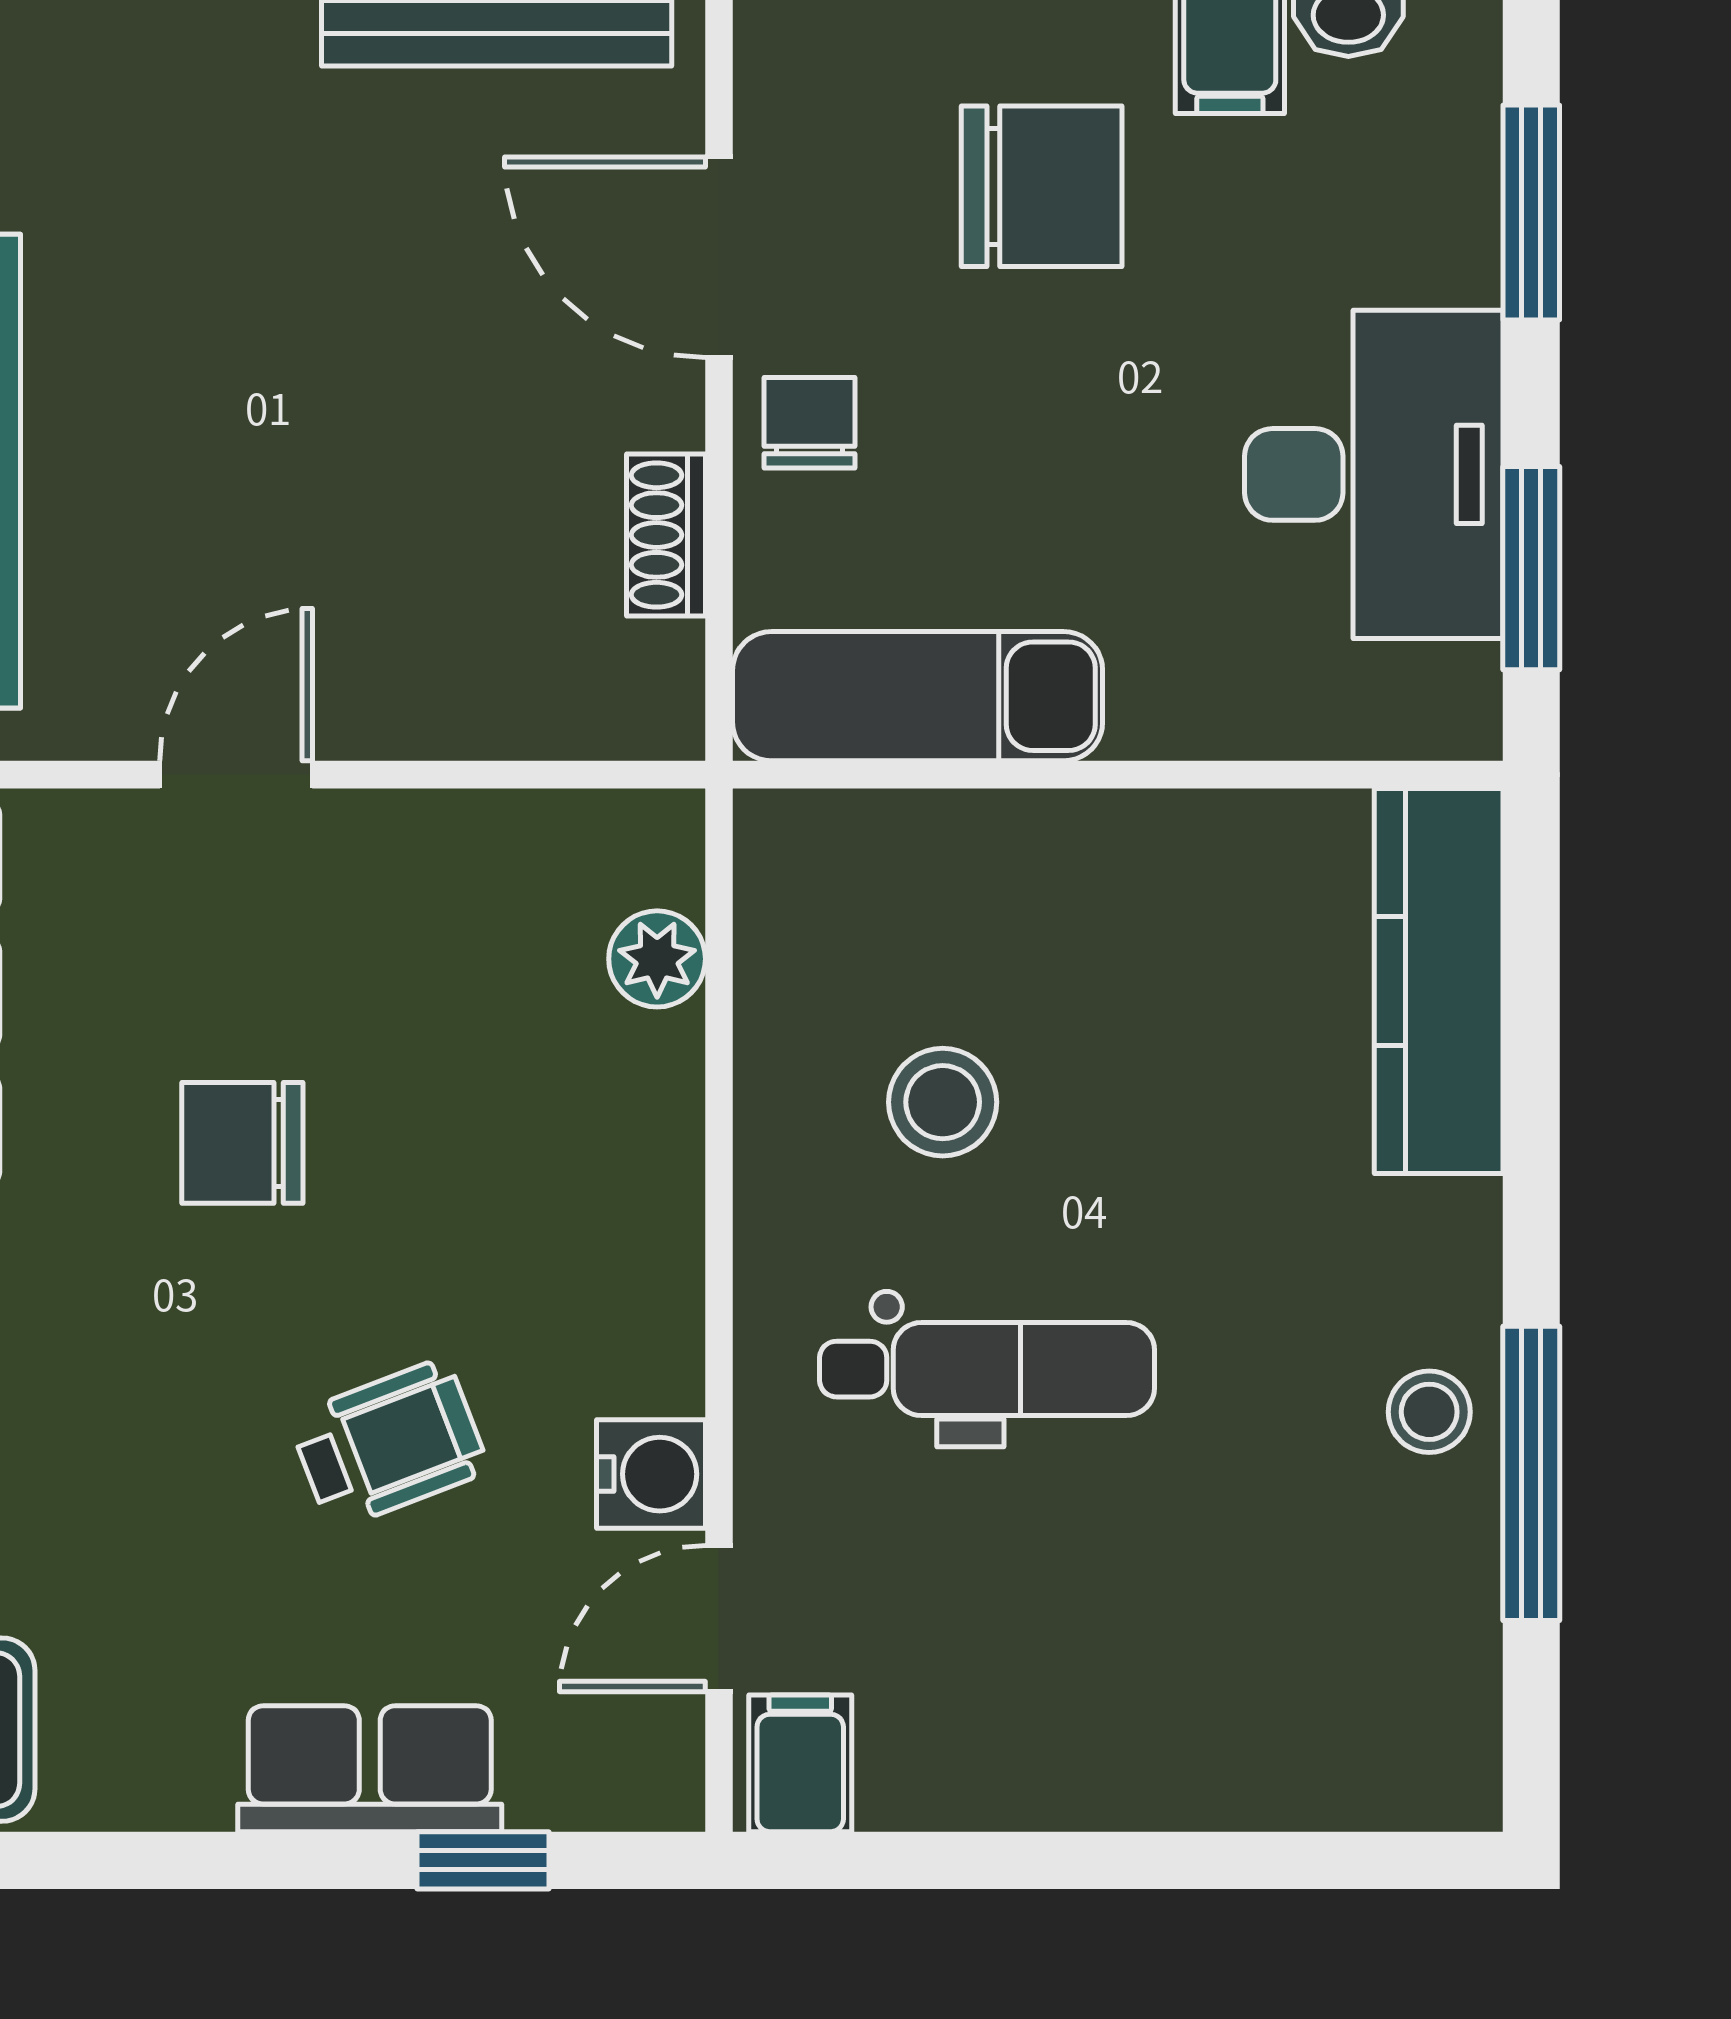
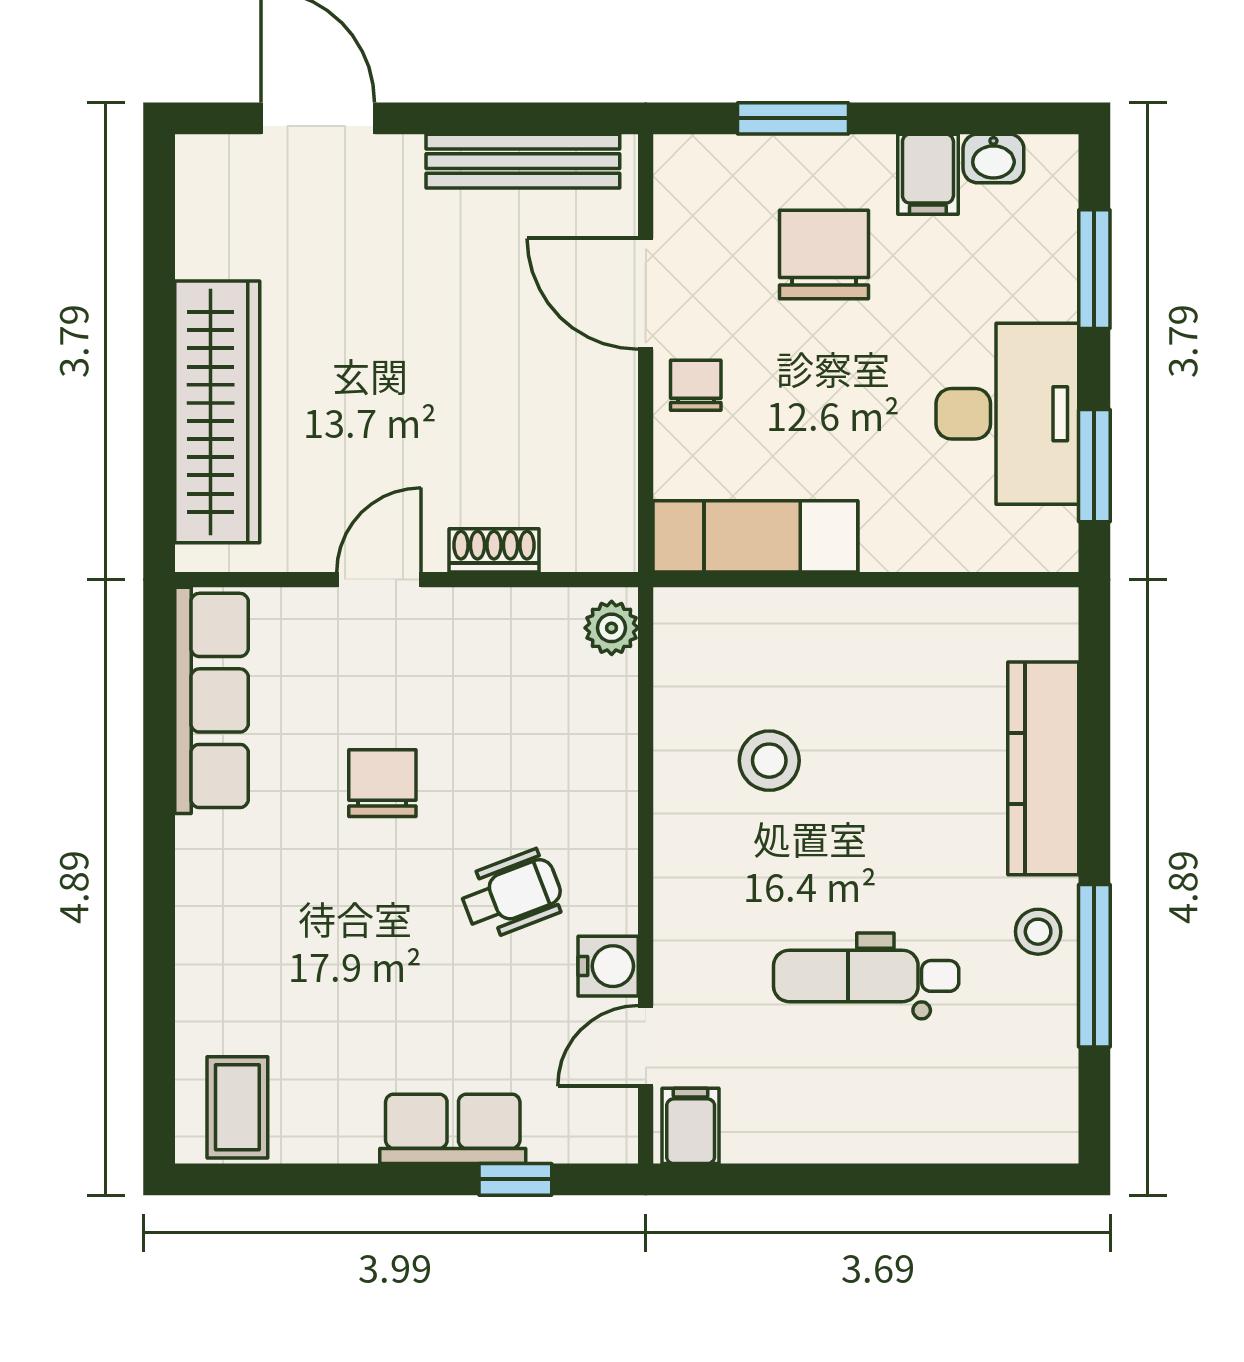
chair: (1042, 186) -> (824, 255), turned -90
shoe rack: (666, 535) -> (494, 550), moved, turned 90
plant: (657, 959) -> (612, 628), moved
kitchen counter: (1439, 981) -> (1043, 768), moved
chair: (242, 1143) -> (382, 783), turned 90
dental chair: (987, 1369) -> (866, 976), moved, turned 180
wheelchair: (389, 1444) -> (511, 894), moved

